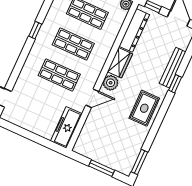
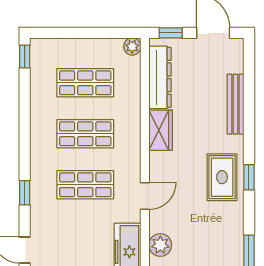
window: (35, 30) -> (25, 193), moved
plant: (111, 83) -> (160, 245), moved
window: (175, 84) -> (249, 177), moved

